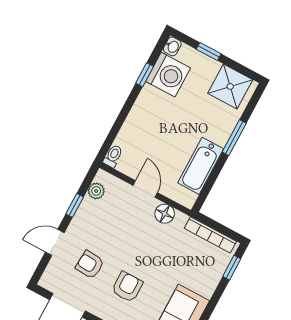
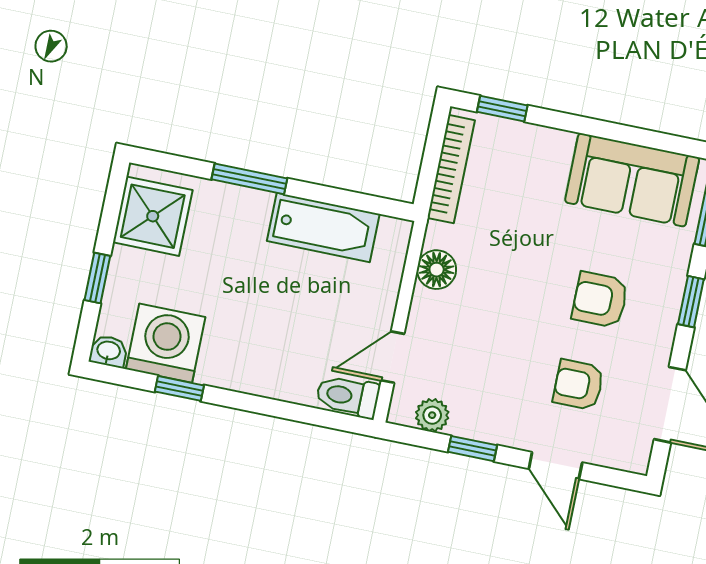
toilet: (113, 156) -> (348, 396), width x1.37, depth x1.39
door: (145, 189) -> (393, 357), moved
armchair: (90, 265) -> (578, 385), turned 86

